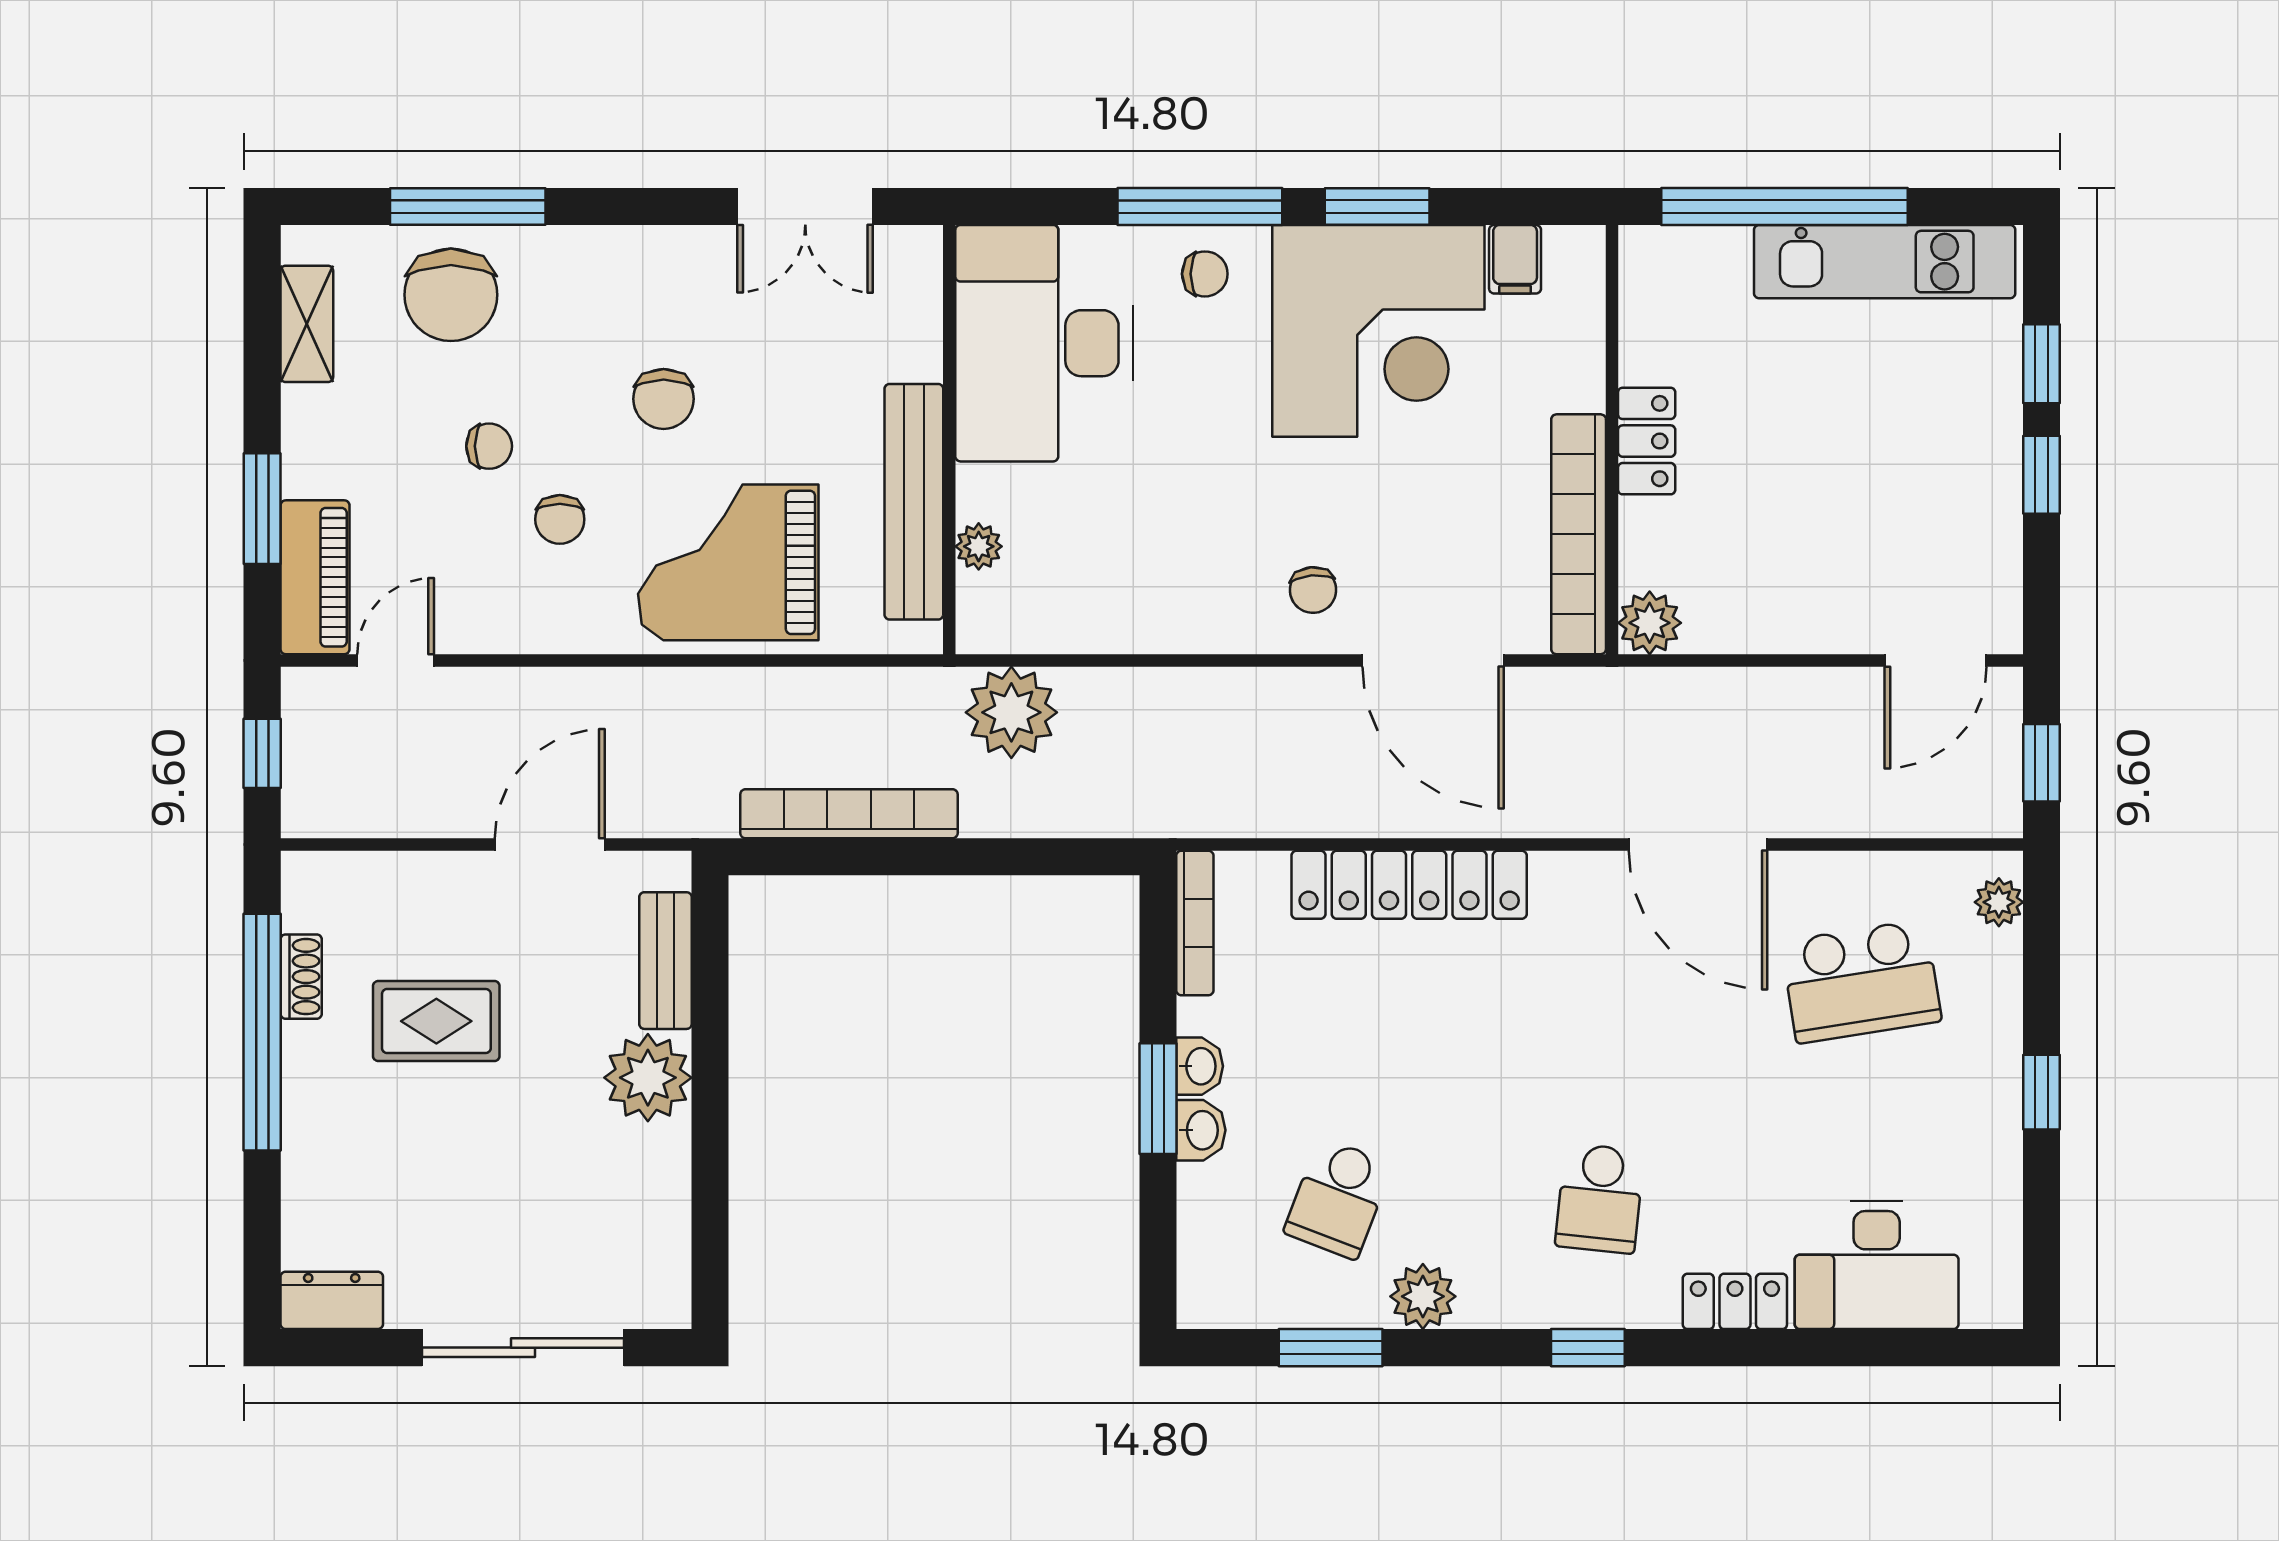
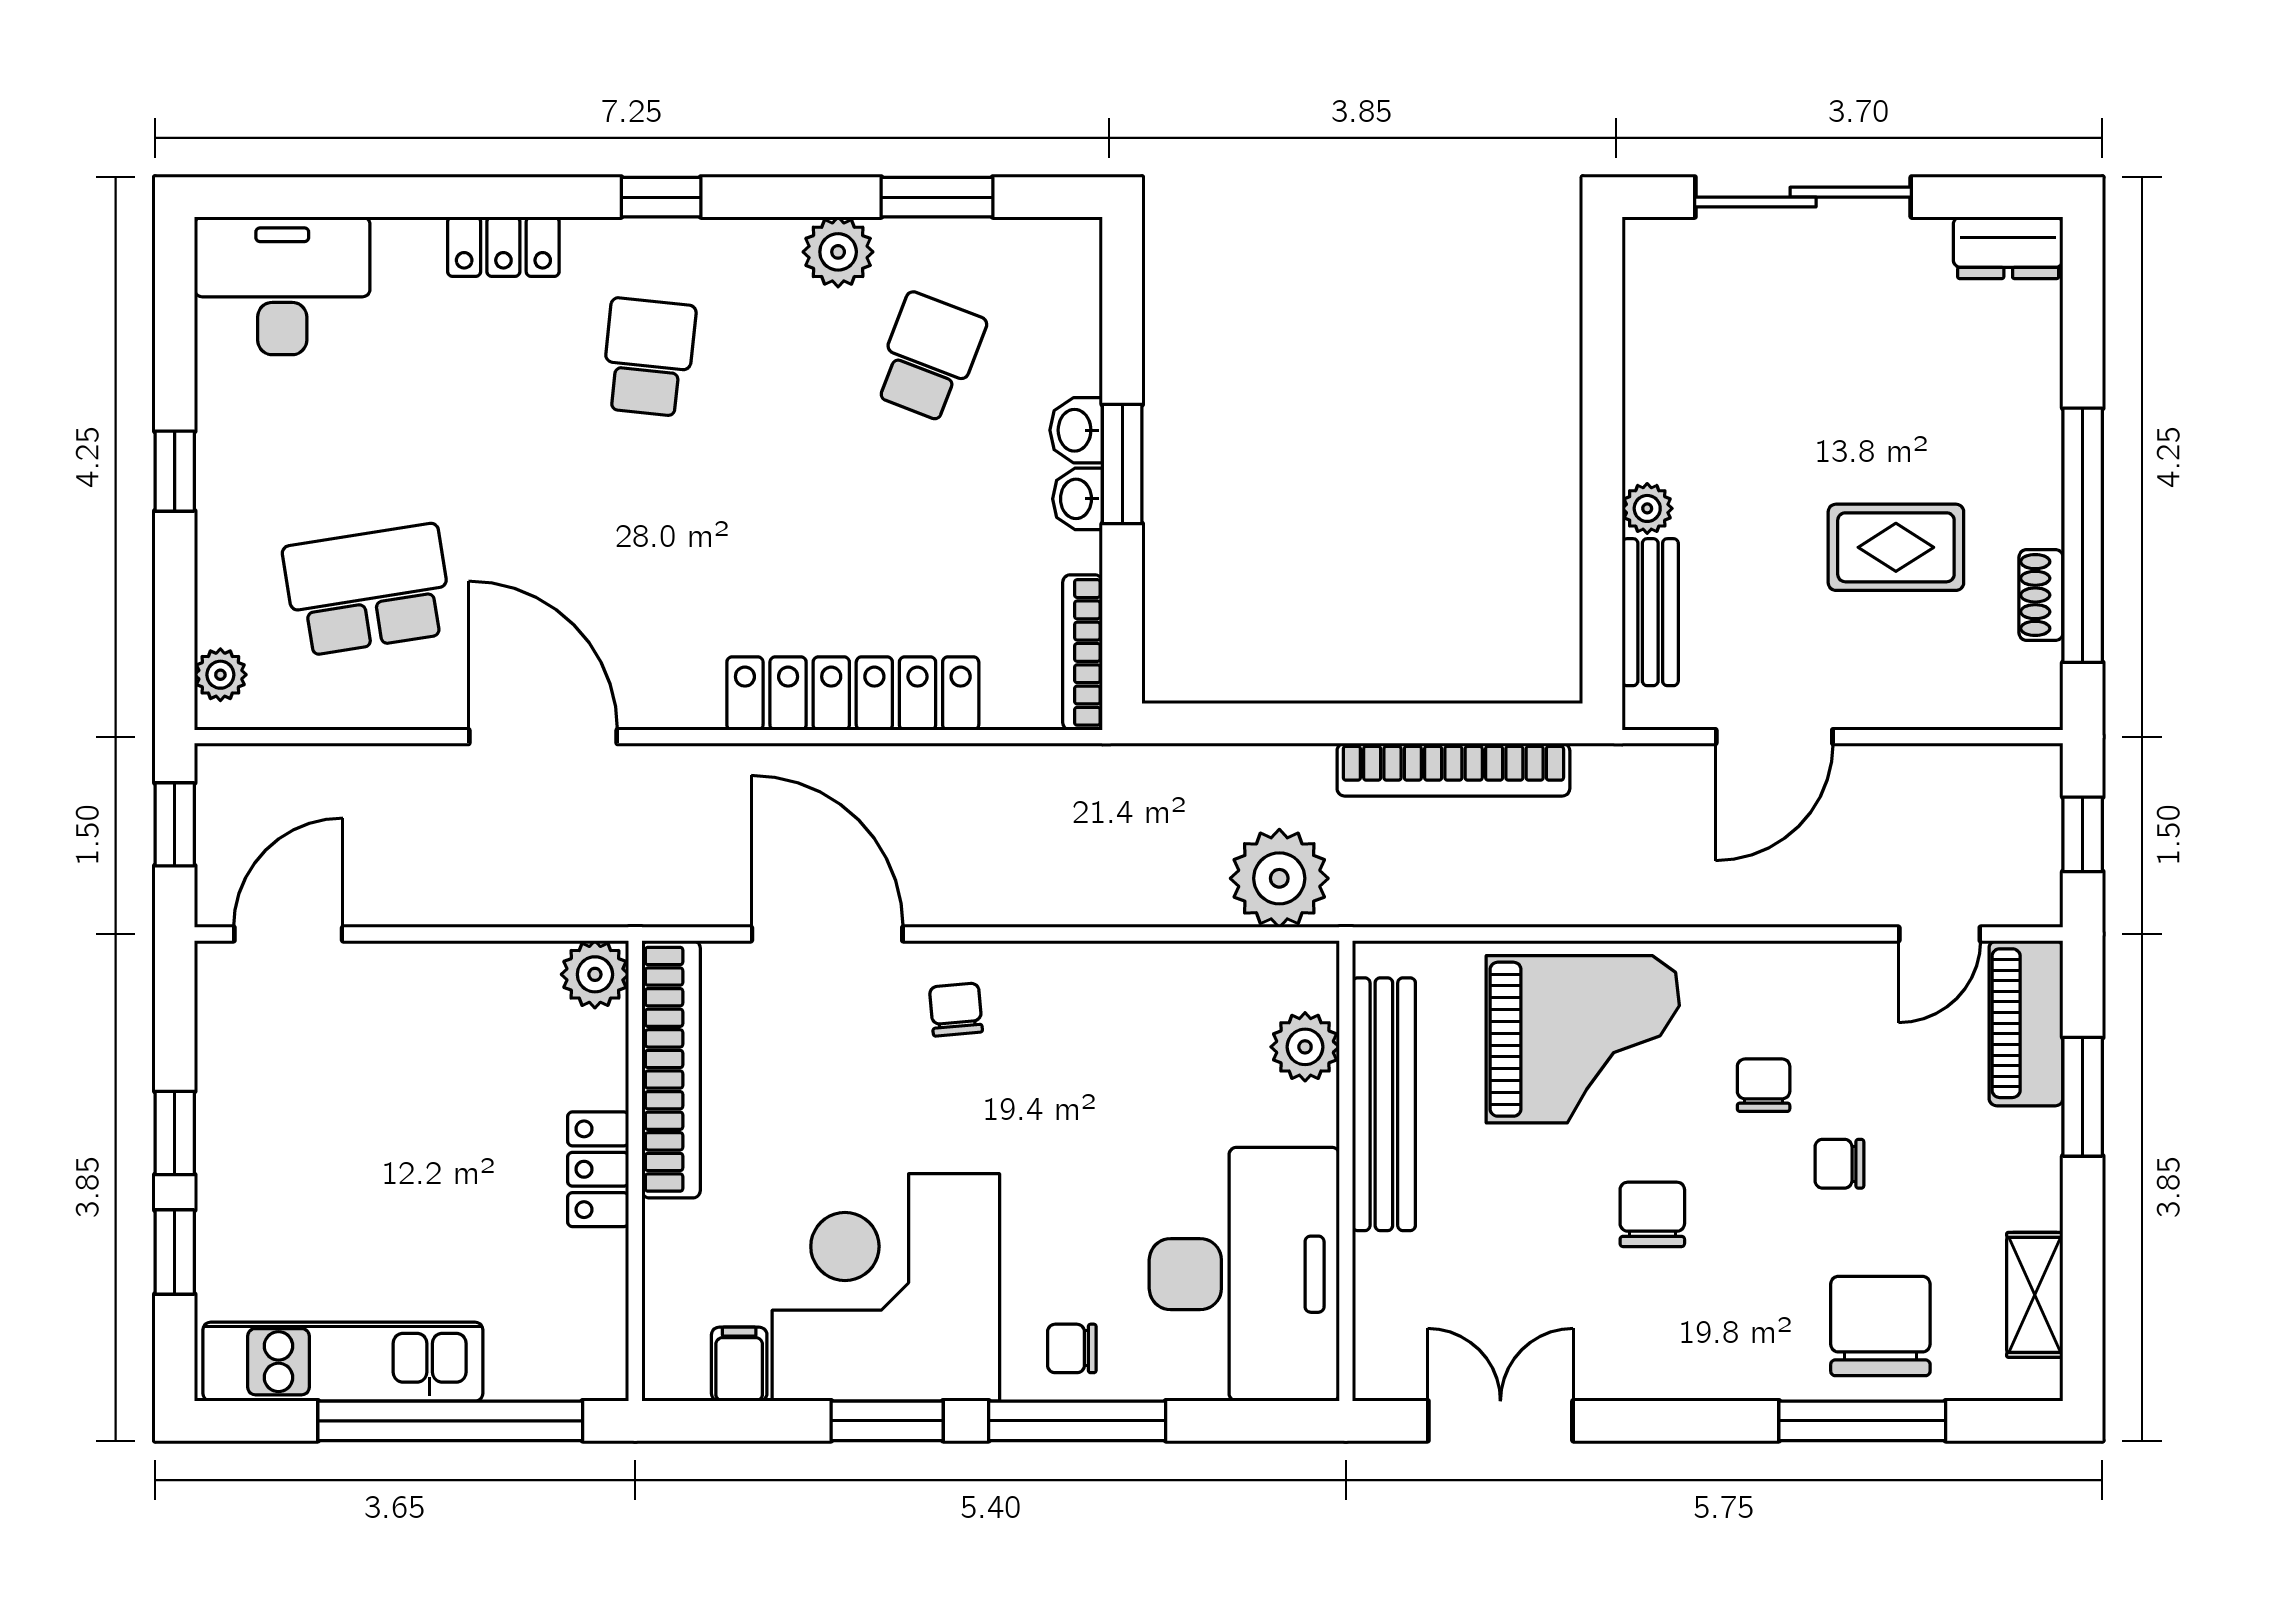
plant: (979, 546) -> (1305, 1047), width x1.38, depth x1.38
plant: (648, 1078) -> (1647, 508), width x0.53, depth x0.53
desk: (1877, 1265) -> (282, 286), moved

